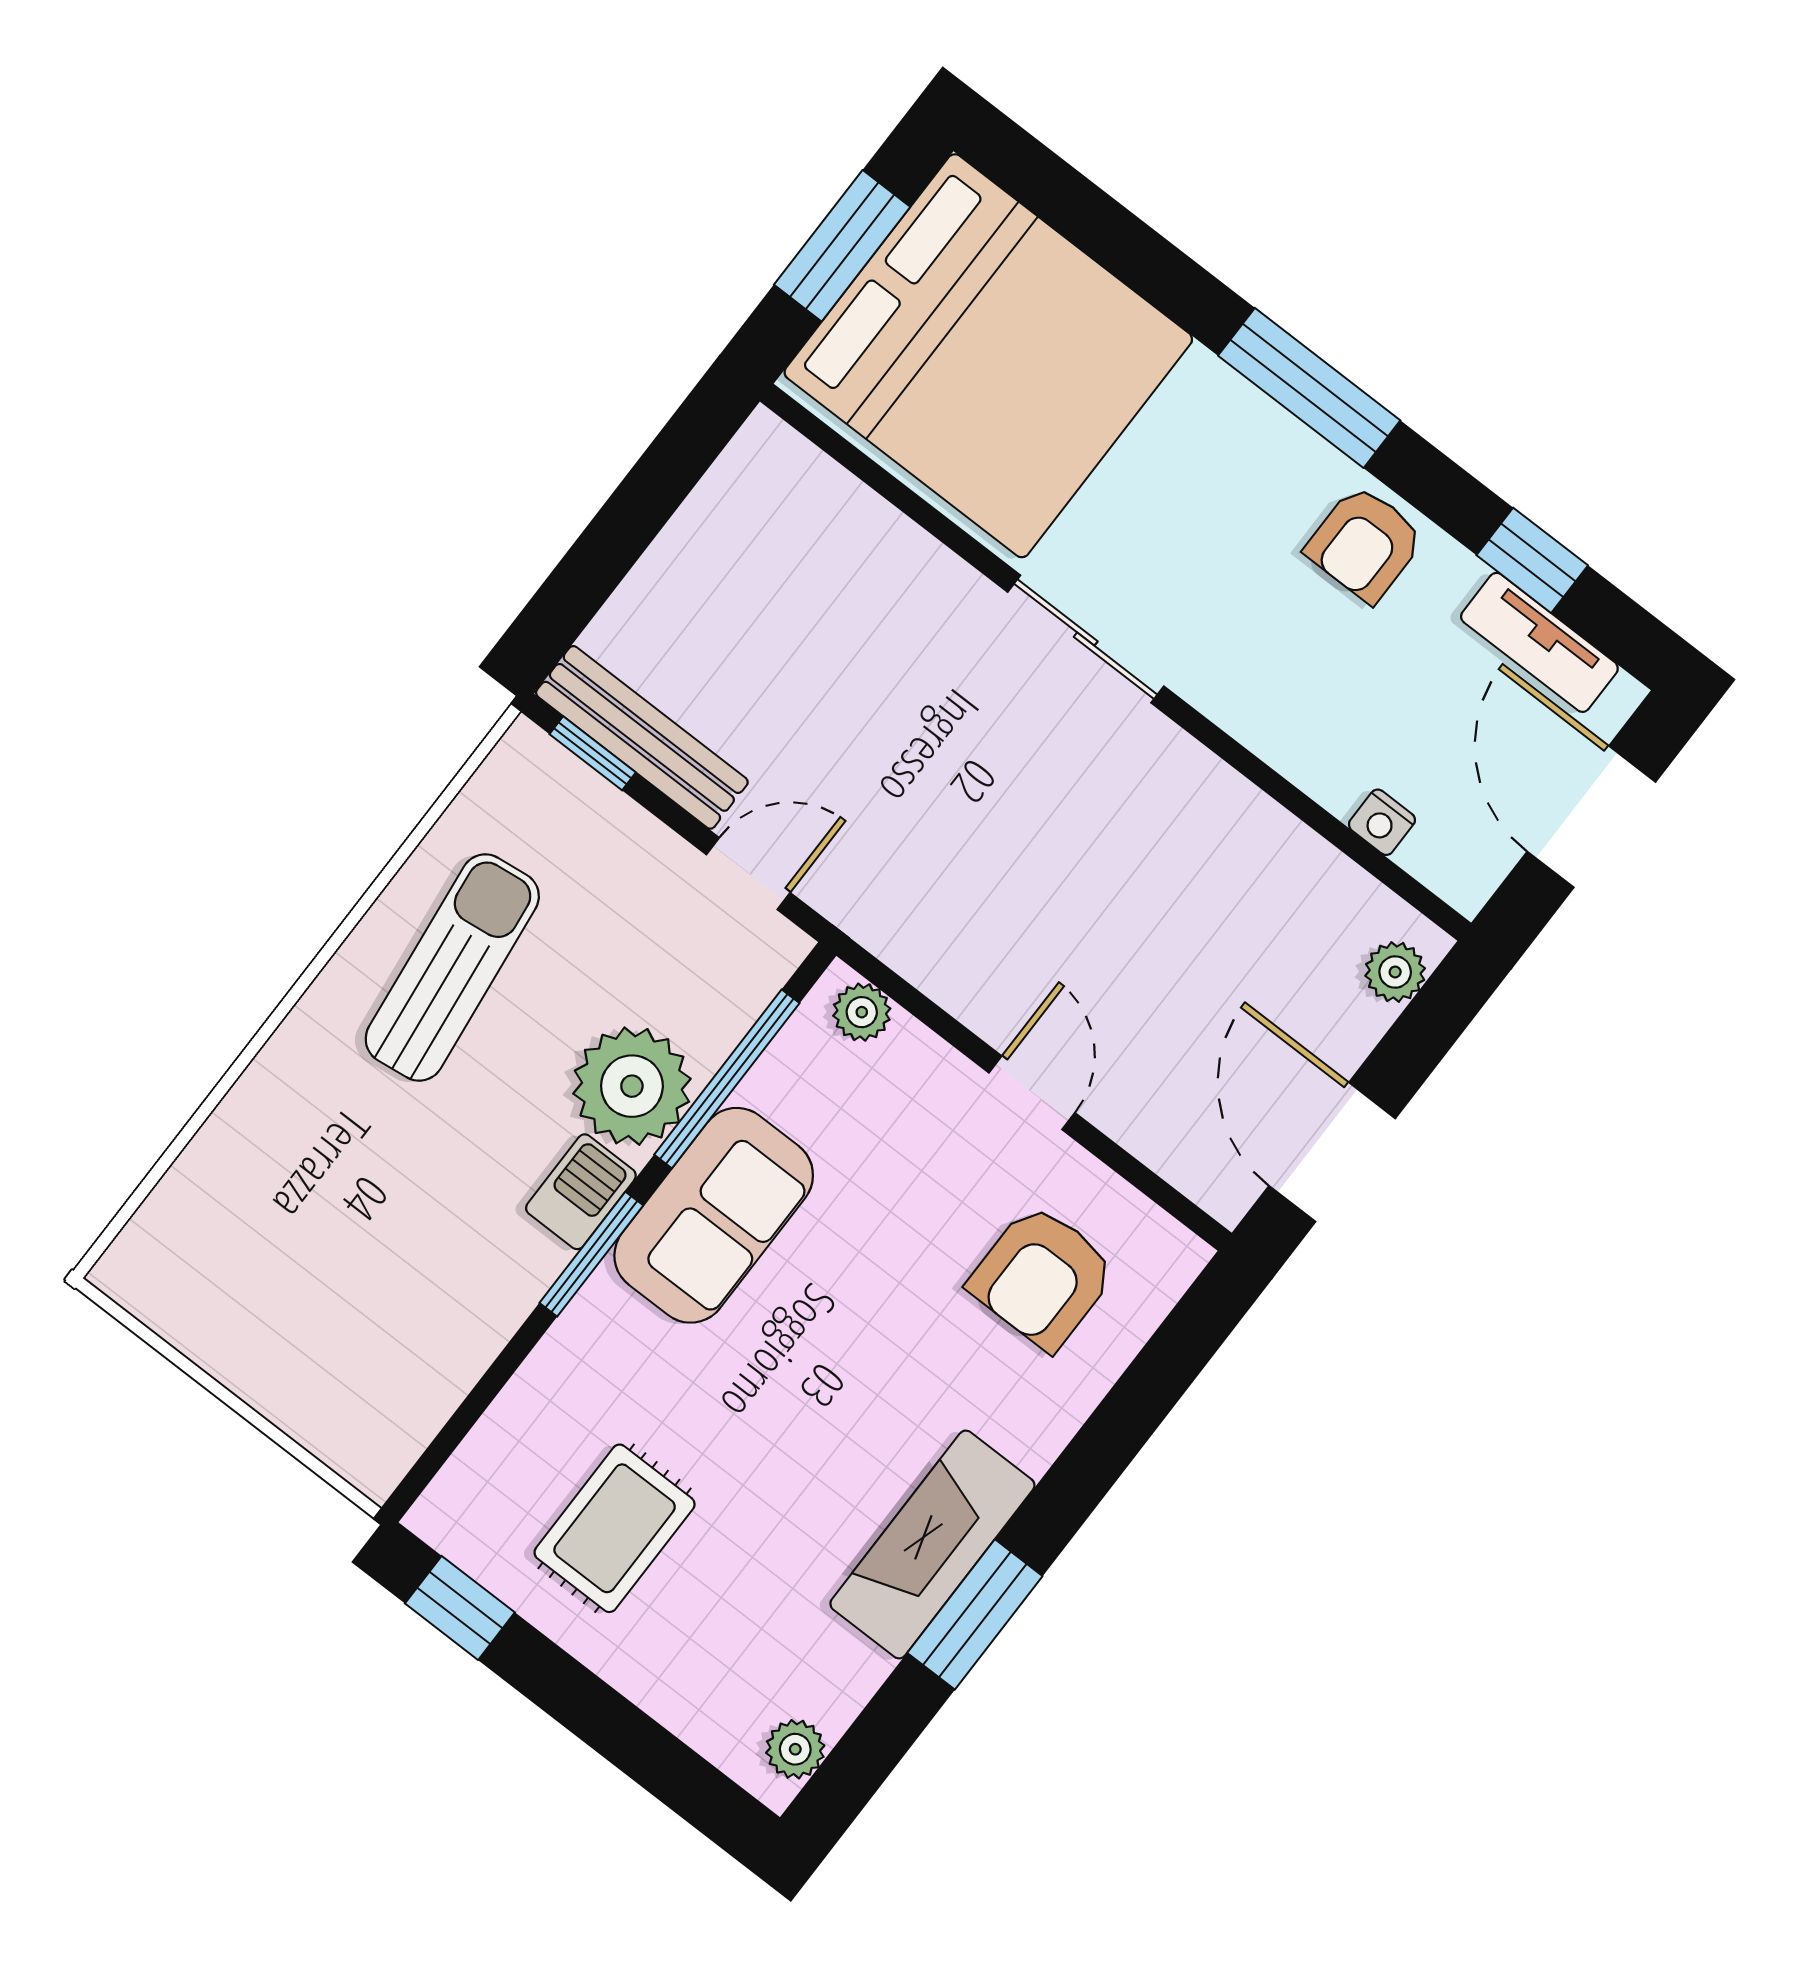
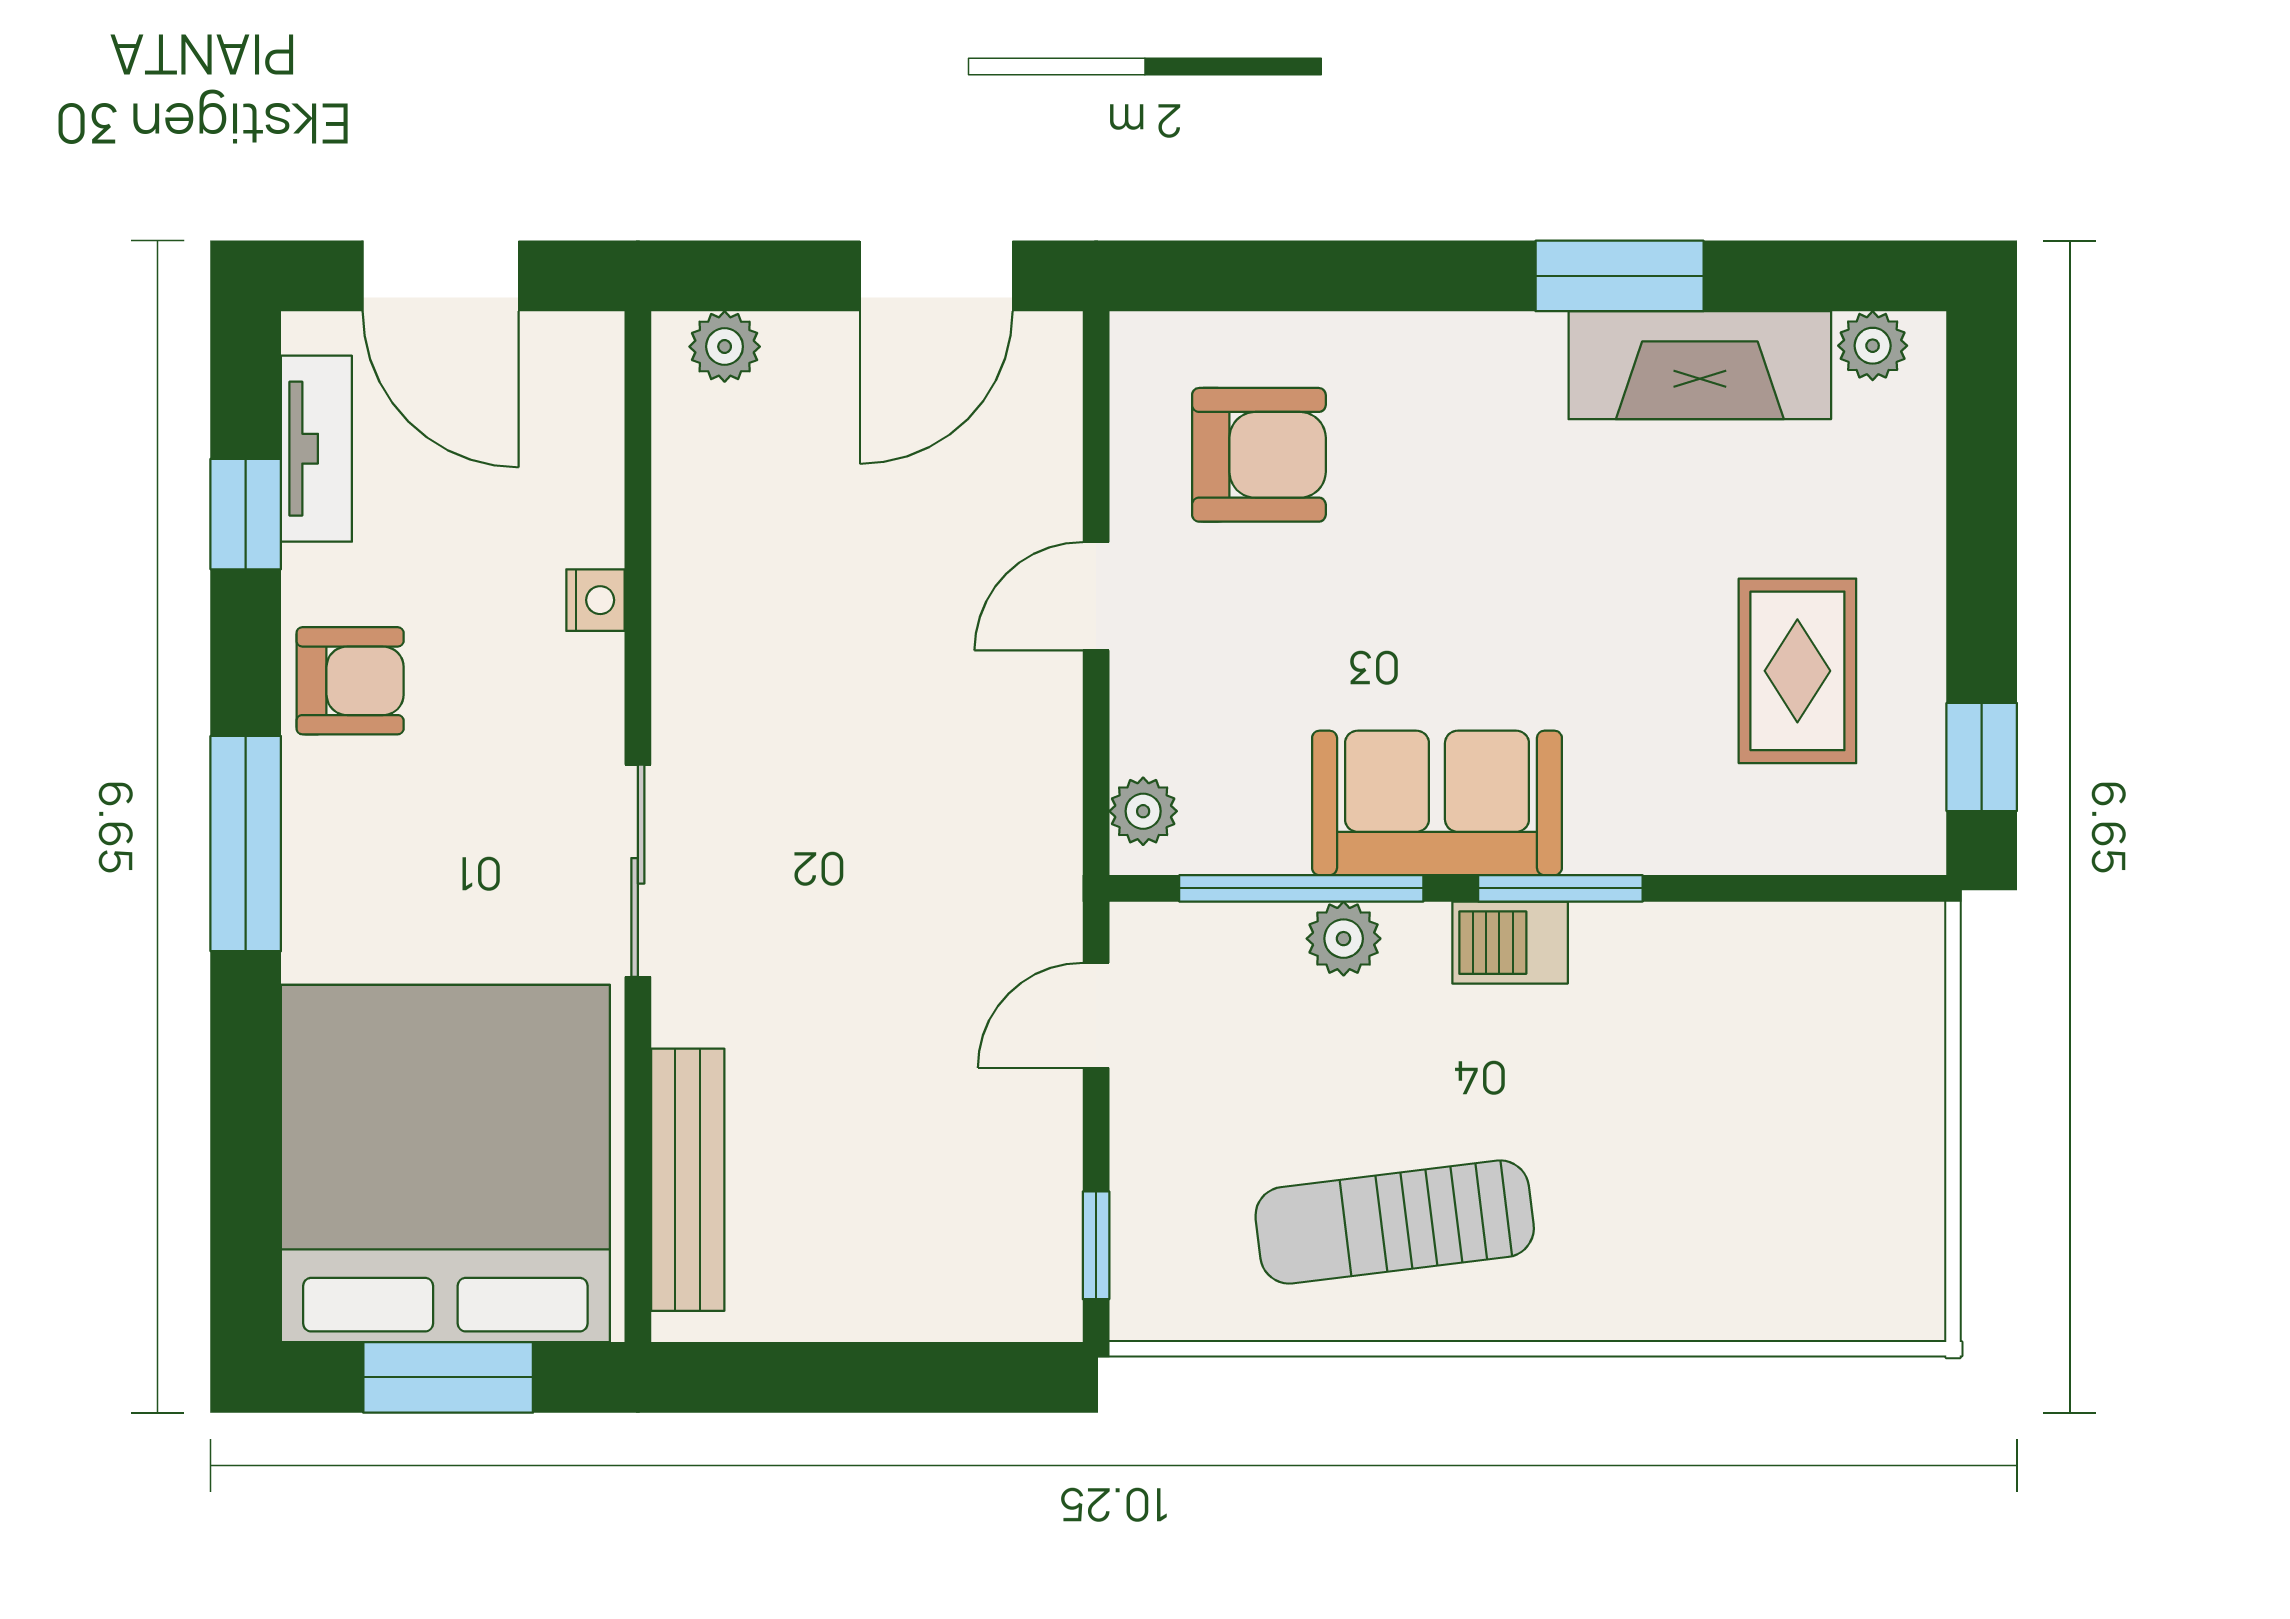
bench: (642, 737) -> (688, 1180), moved
door: (1591, 817) -> (441, 276), hinge flipped
nightstand: (1382, 822) -> (595, 600), moved
door: (748, 874) -> (1096, 1015), hinge flipped
plant: (632, 1086) -> (1344, 939), width x0.53, depth x0.53
rug: (615, 1528) -> (1797, 671), turned 90
fireplace: (932, 1545) -> (1700, 365), moved

